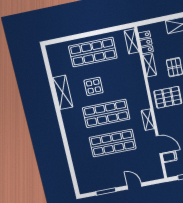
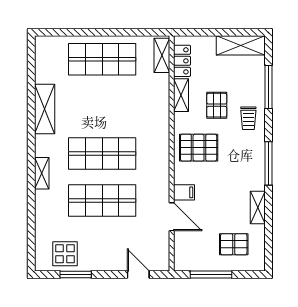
display table: (93, 86) -> (65, 254), moved
shelving: (148, 120) -> (42, 173), moved
filing cabinet: (170, 157) -> (184, 192), moved
door: (135, 186) -> (138, 275), moved

